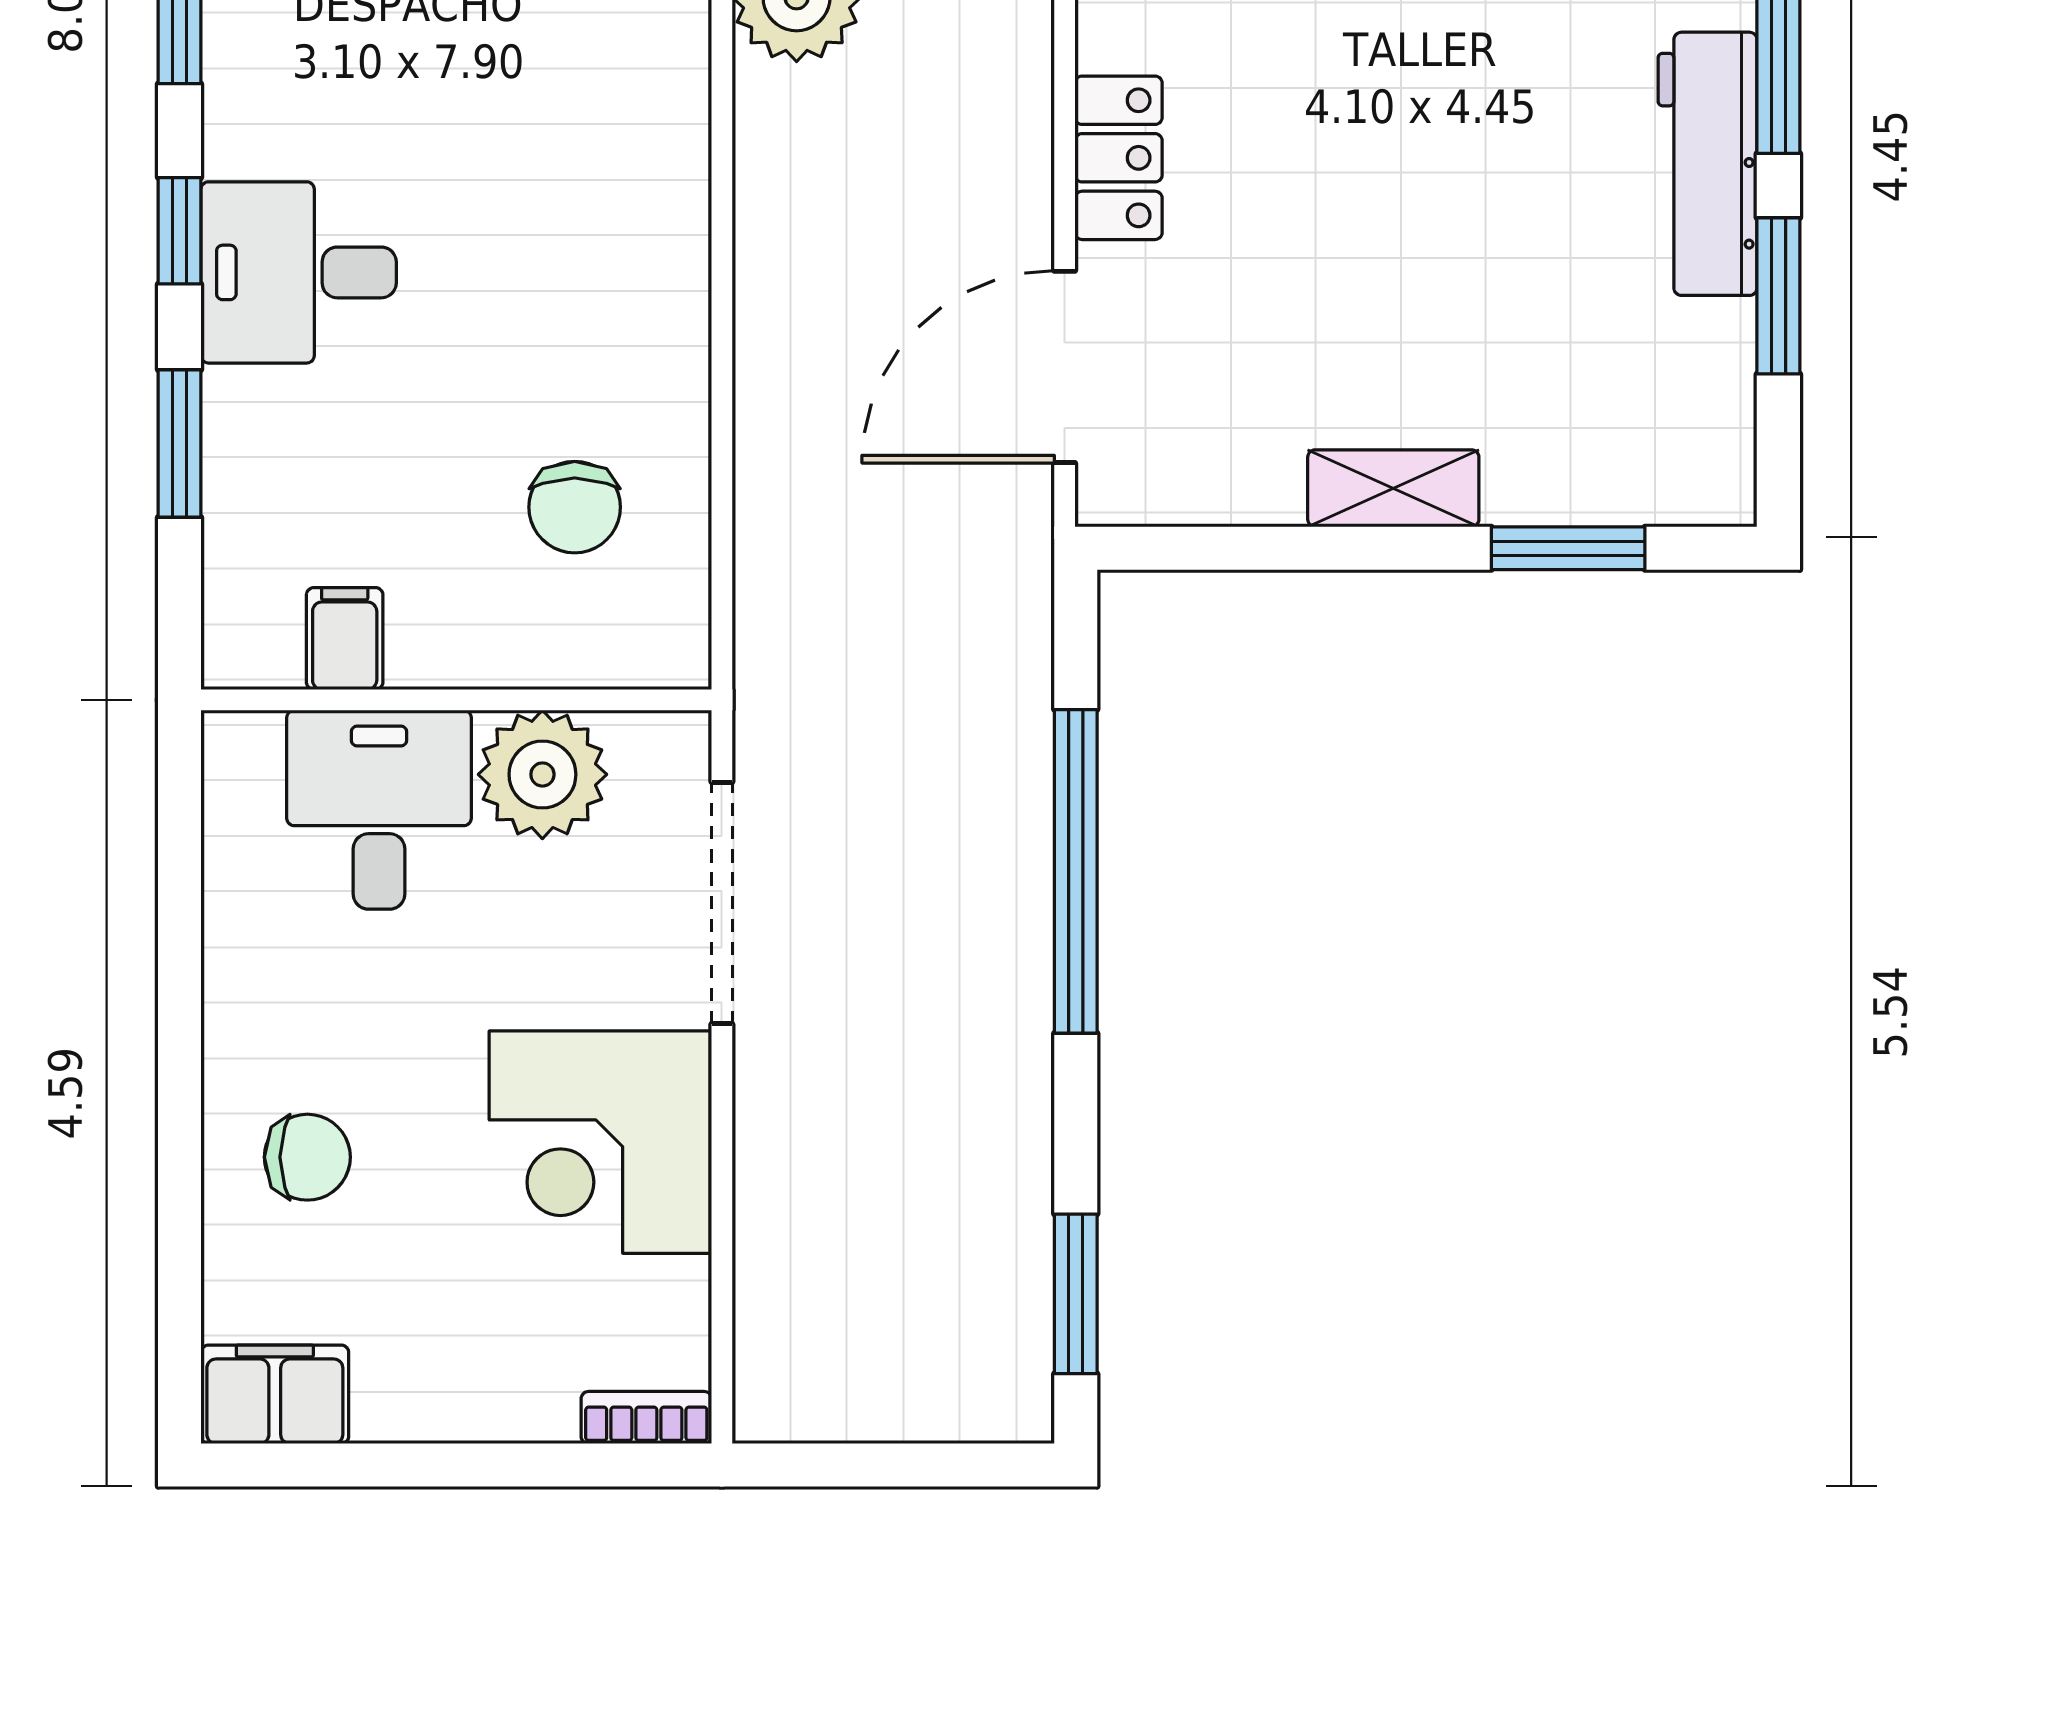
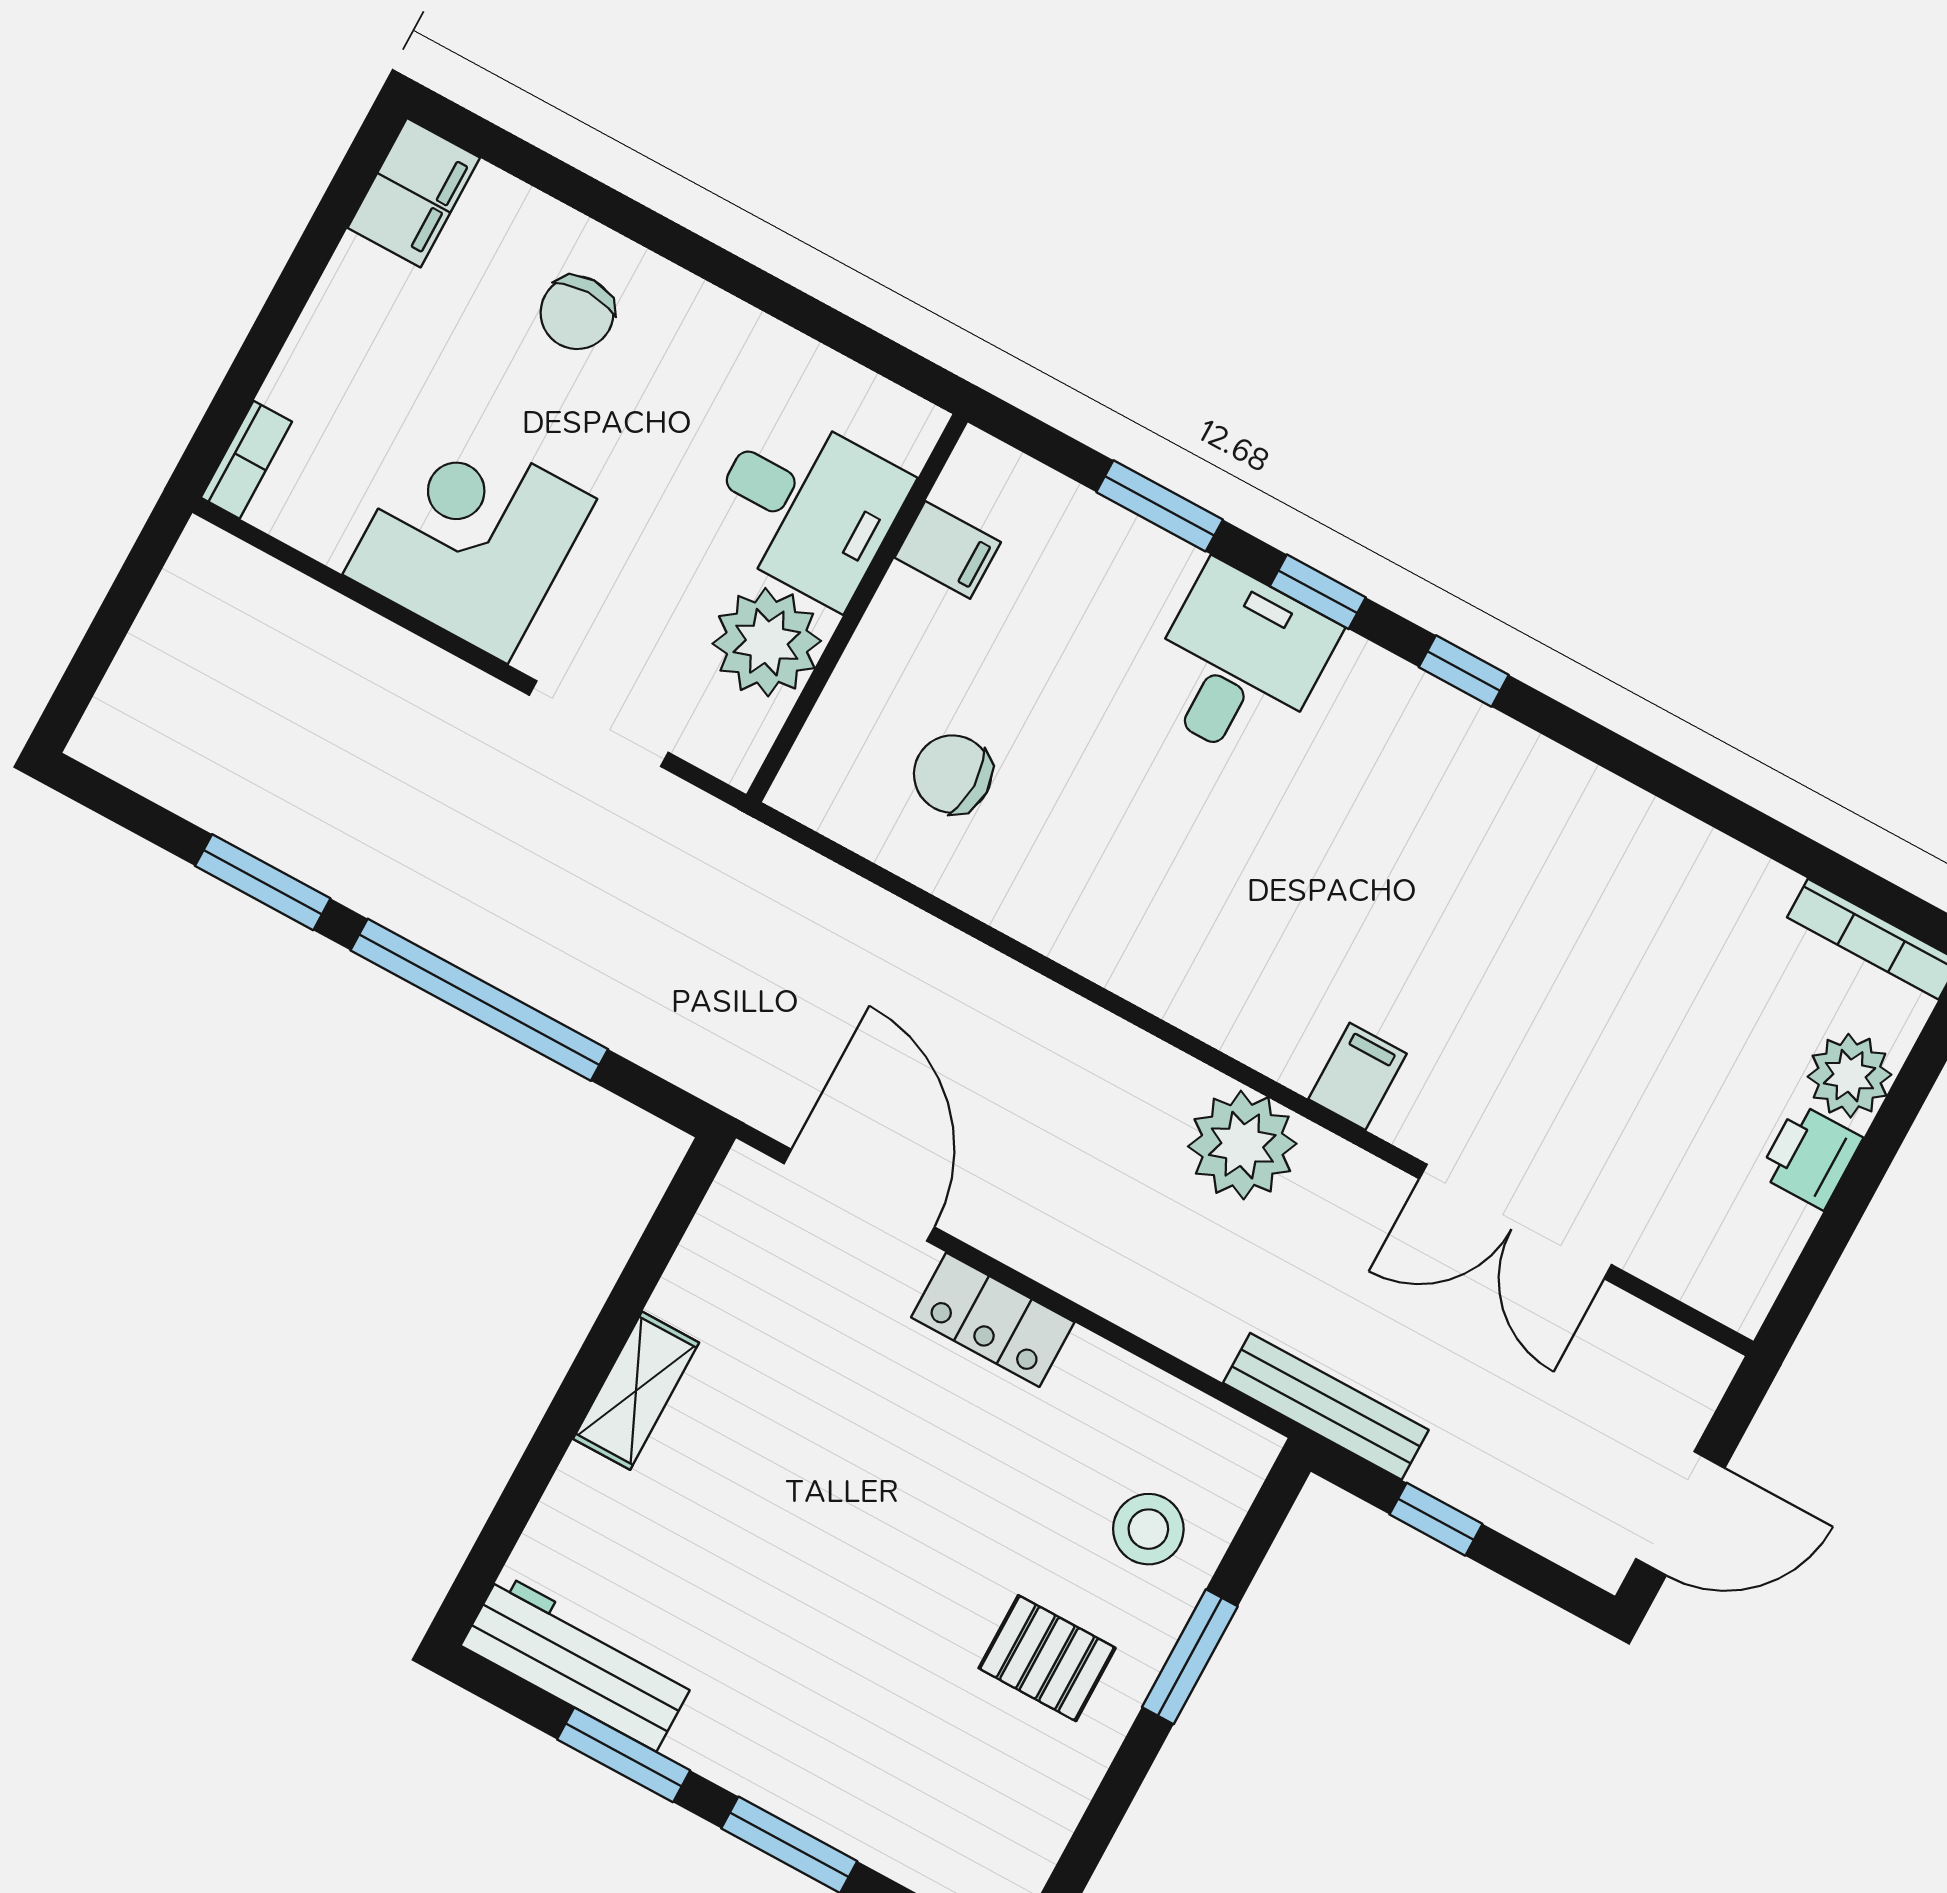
workbench: (1708, 164) -> (578, 1662), moved
window: (1568, 548) -> (521, 1496), removed
doorway: (722, 903) -> (599, 724), width x0.73
window: (1076, 1294) -> (263, 882), moved

